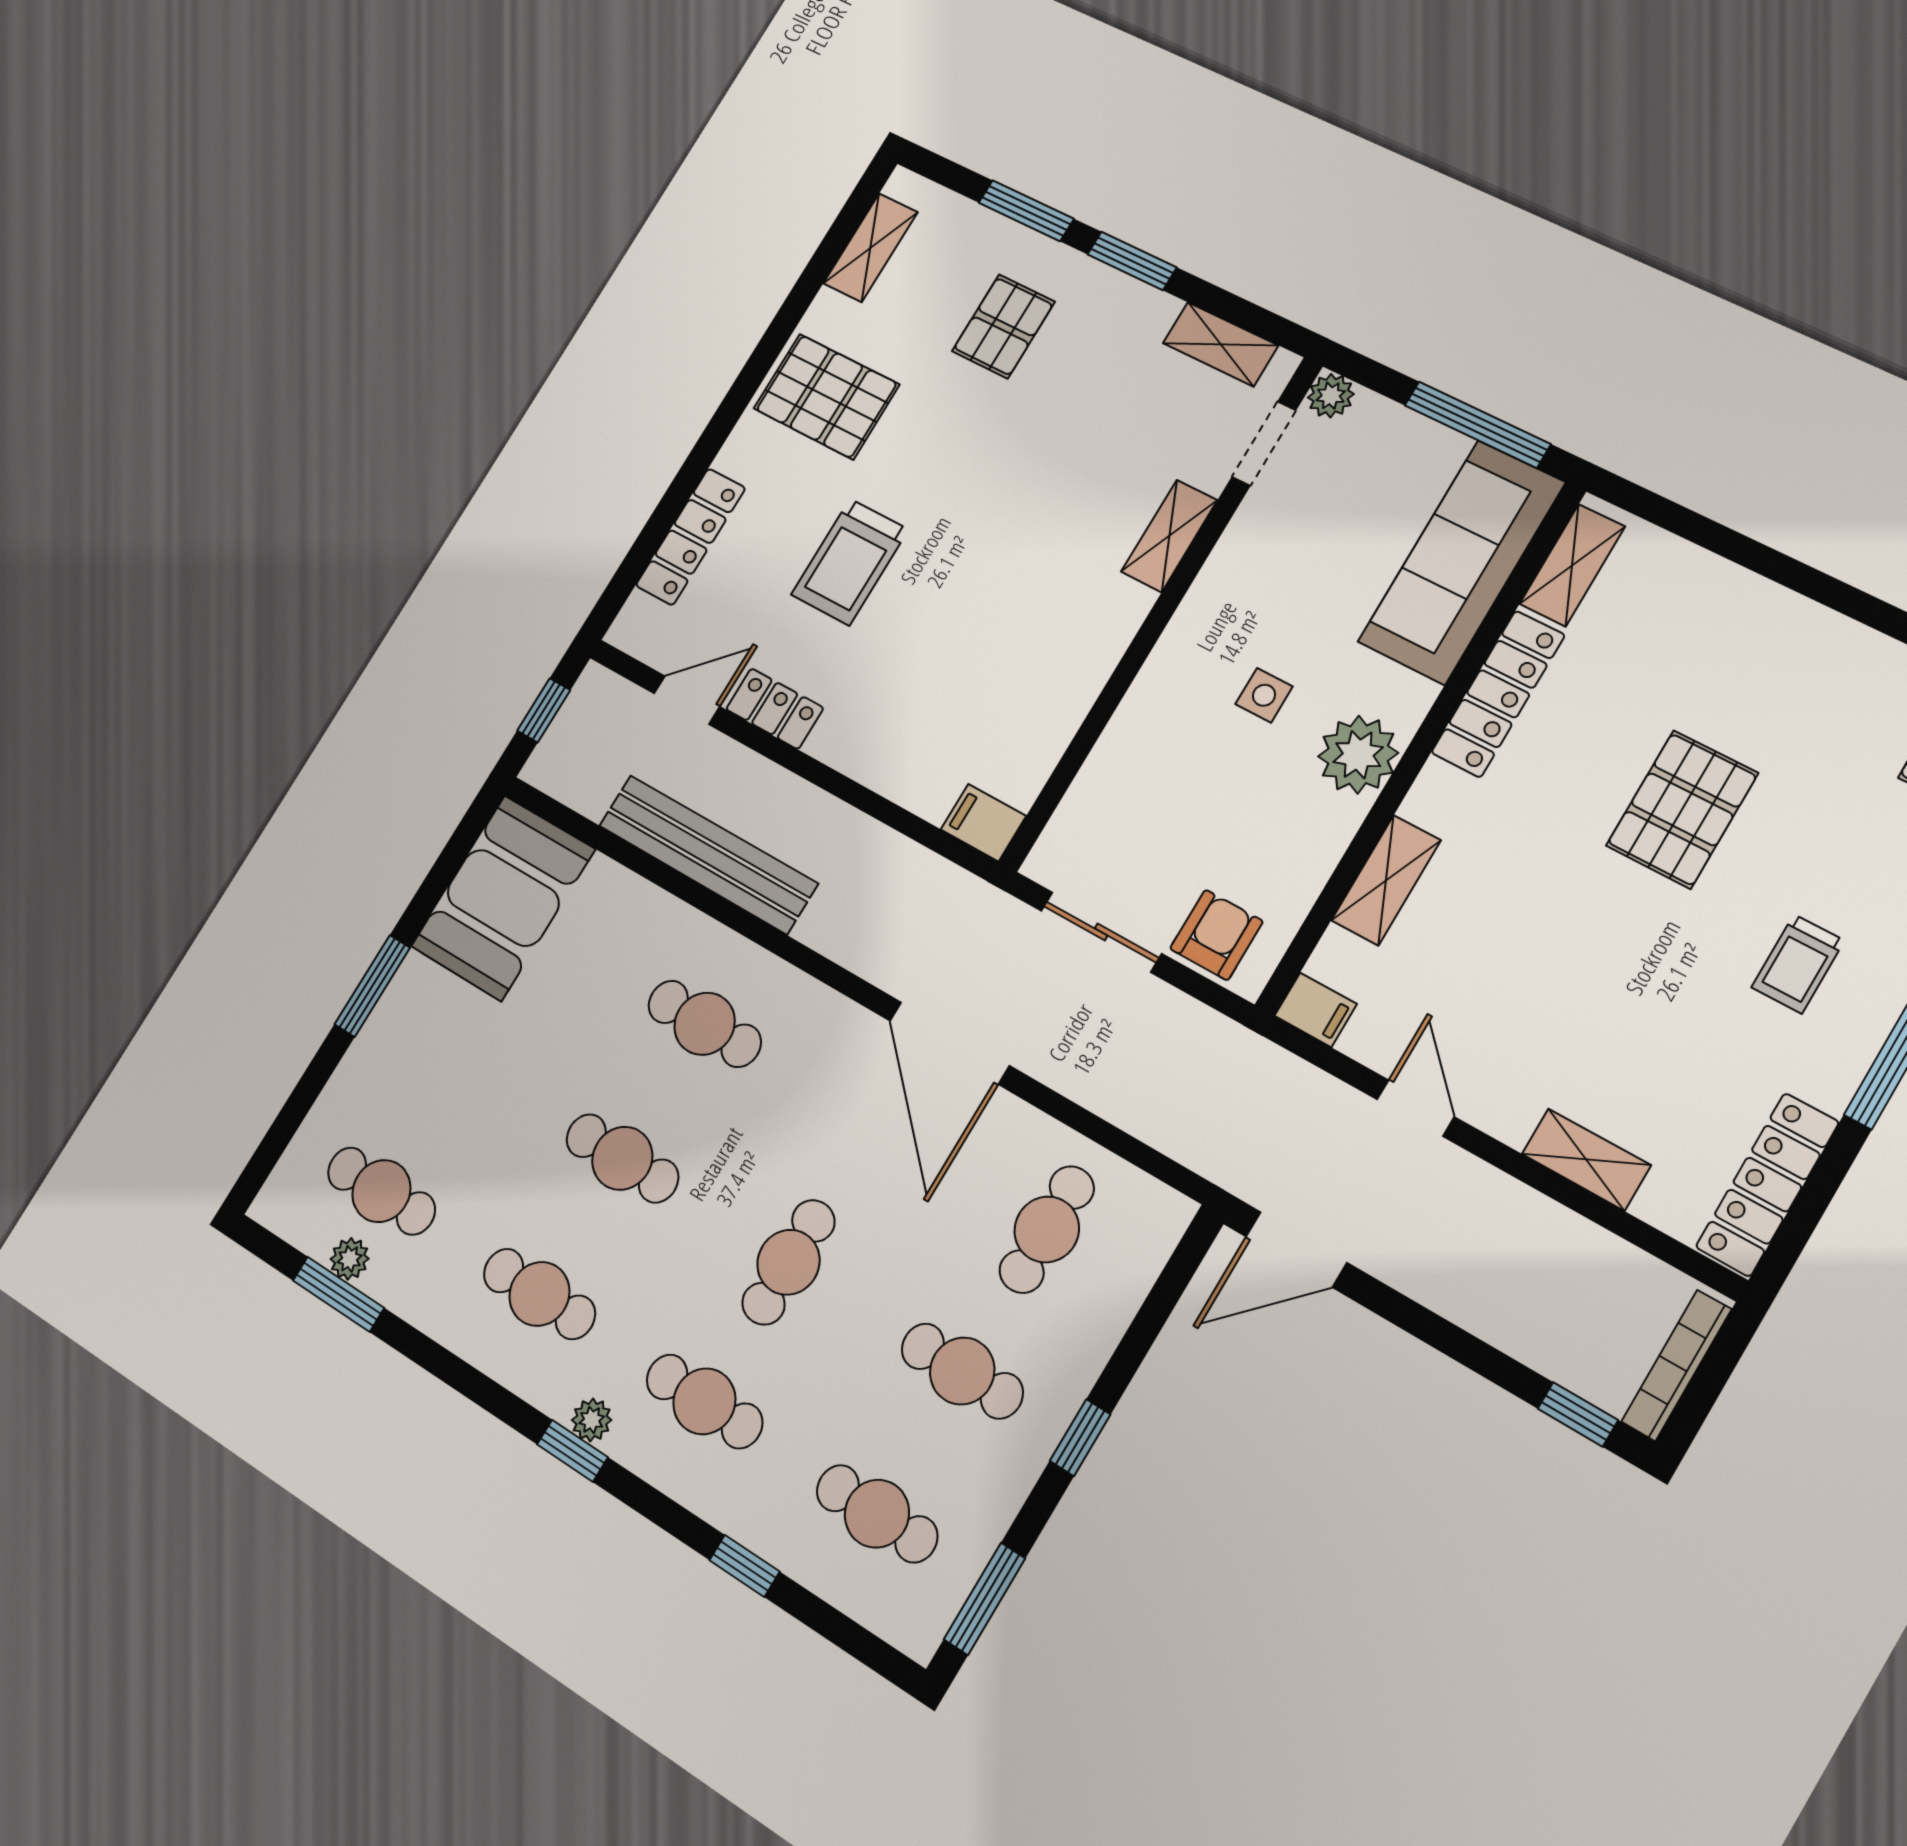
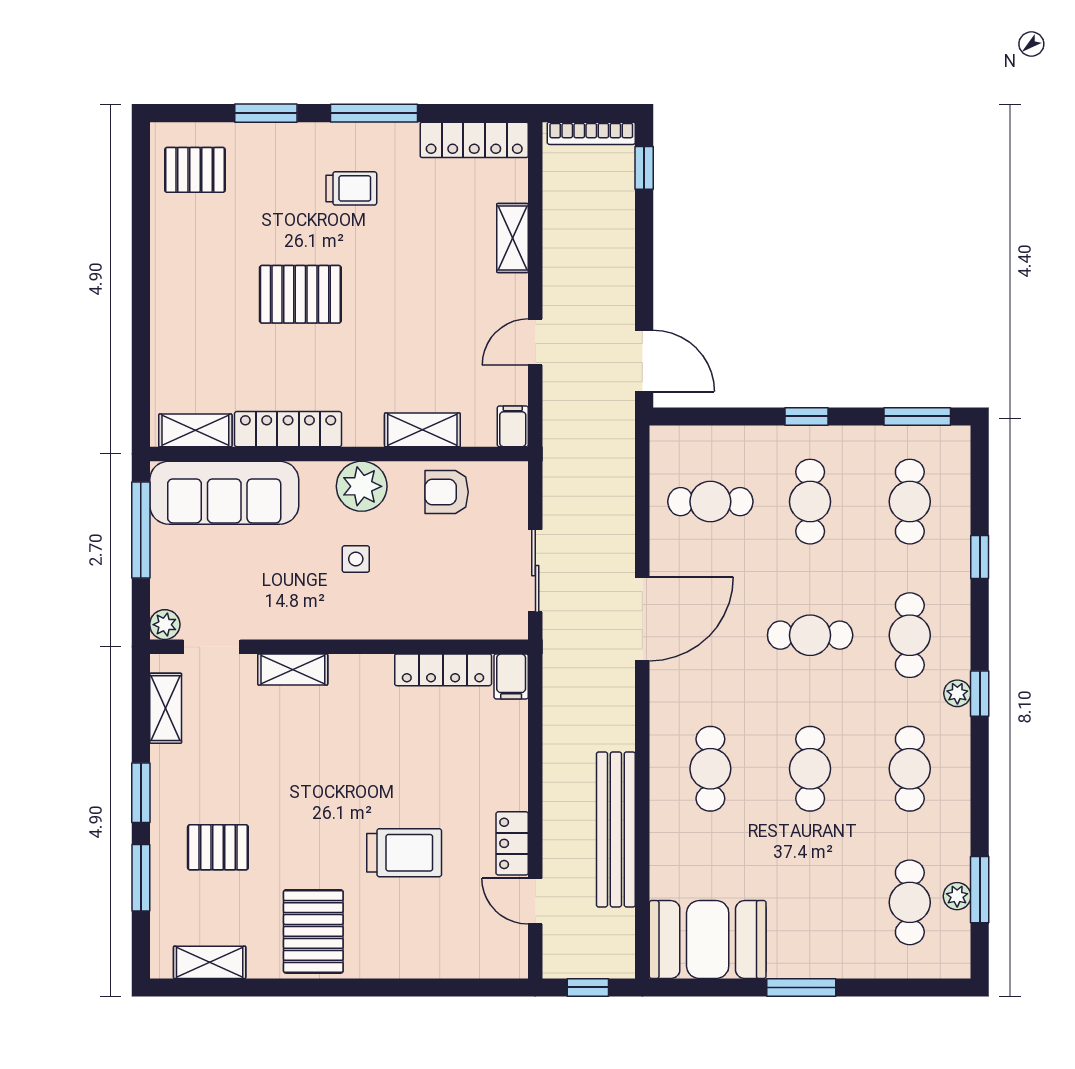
locker: (691, 537) -> (443, 670), moved, turned 180
armchair: (1216, 935) -> (447, 492), moved

